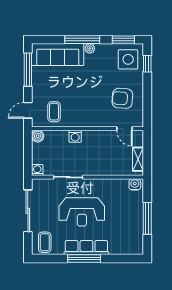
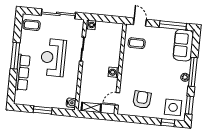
sofa: (58, 54) -> (183, 45), width x0.73
boiler: (38, 136) -> (118, 28), removed
washing machine: (75, 136) -> (114, 72), moved
window: (147, 218) -> (43, 110), width x0.69
row of seats: (86, 248) -> (22, 73), moved

